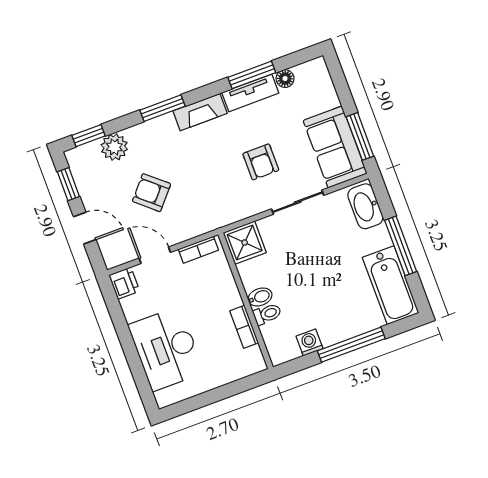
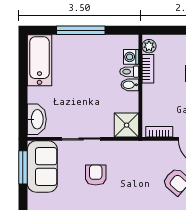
window: (401, 246) -> (23, 84), removed
washing machine: (310, 342) -> (131, 57), moved, turned 90
plant: (254, 357) -> (149, 46), added

